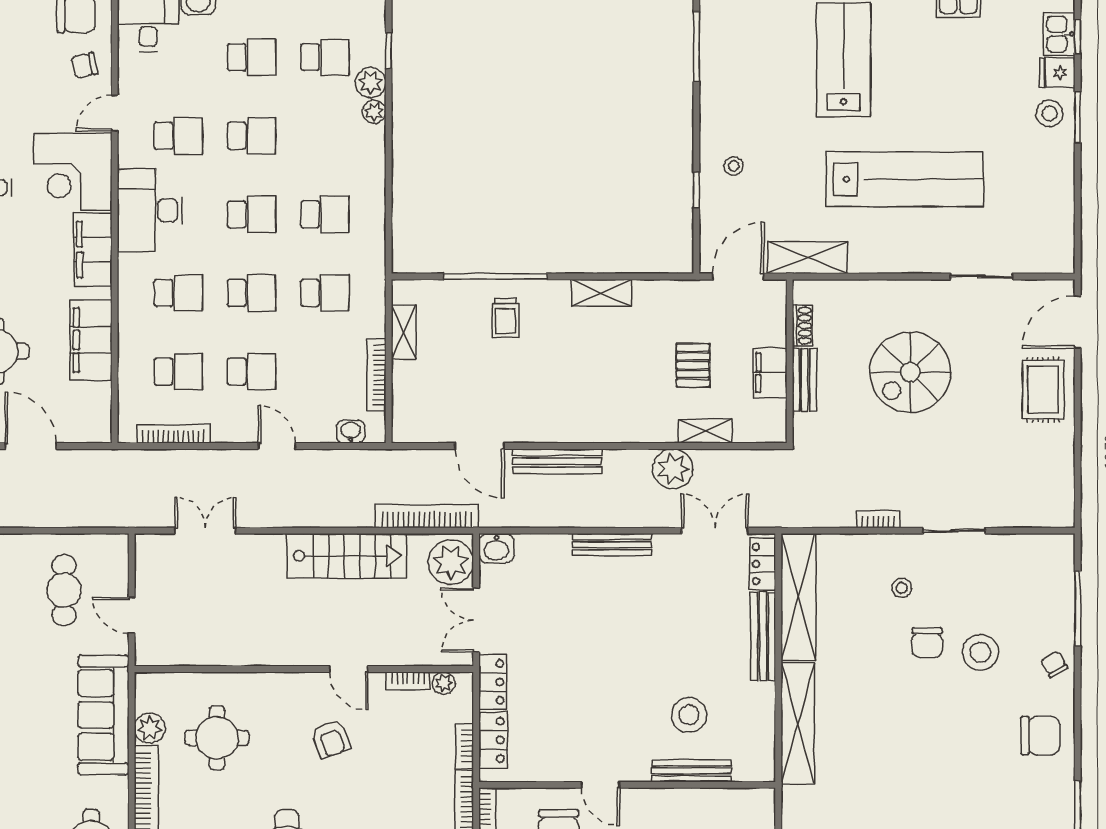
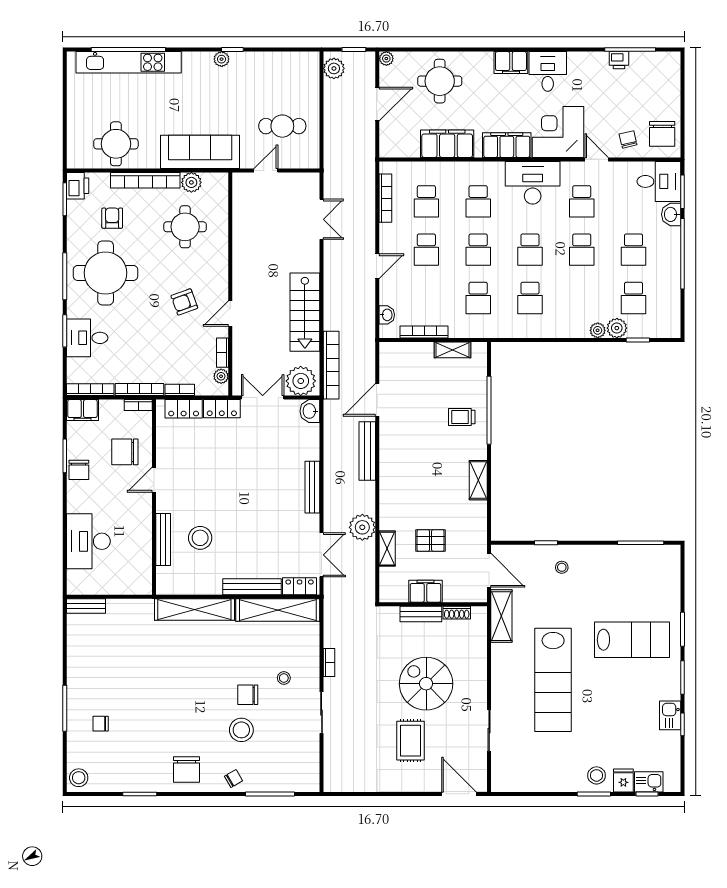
rug: (1043, 390) -> (410, 741), moved, turned 90

